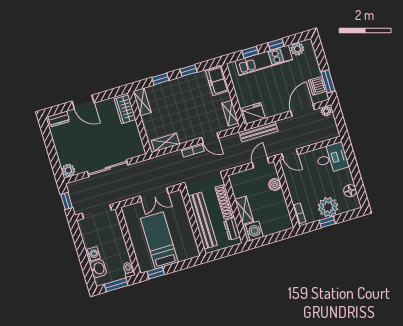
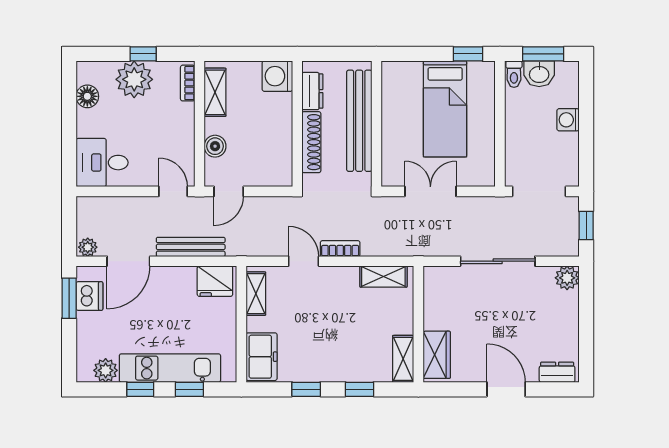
bench: (258, 132) -> (191, 247), moved
shelving: (244, 210) -> (215, 92), moved
washbasin: (98, 269) -> (539, 74), moved, turned -90

